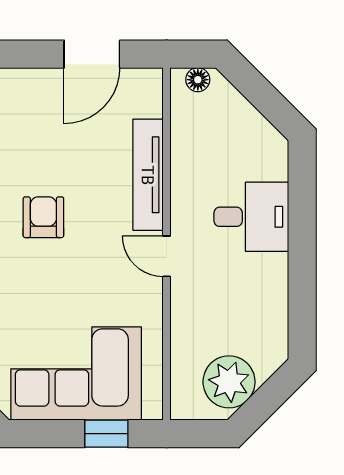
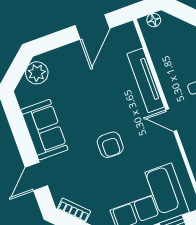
armchair: (43, 217) -> (110, 145), moved, turned 180

